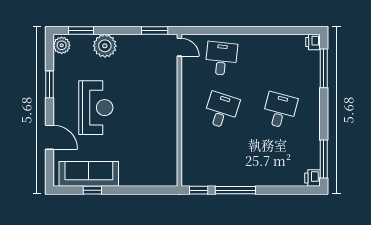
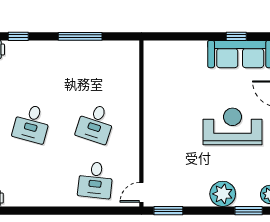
door: (179, 47) -> (141, 192), hinge flipped
reception desk: (96, 108) -> (233, 126), turned 90
window: (199, 190) -> (18, 36), moved

